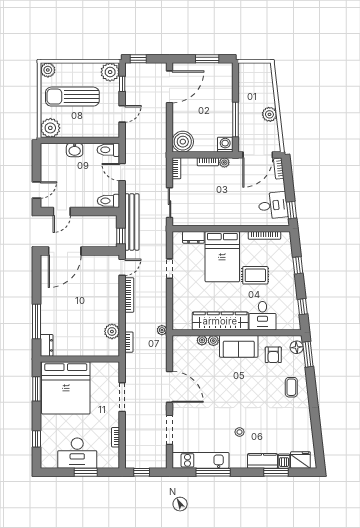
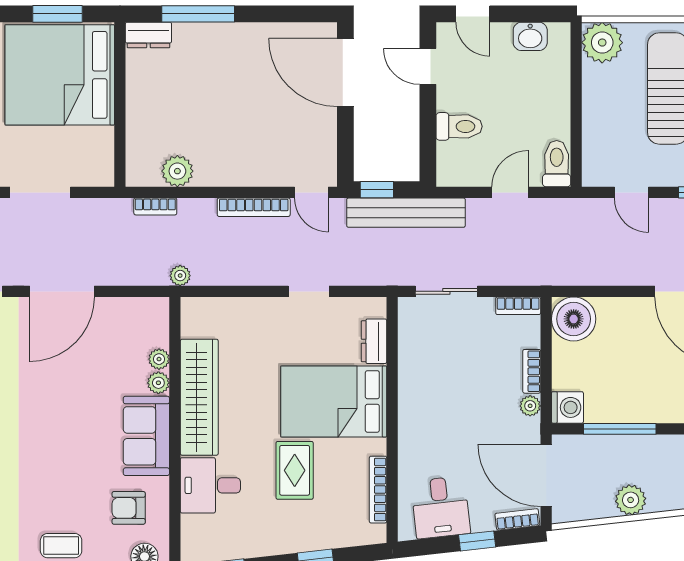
washbasin: (75, 150) -> (530, 36), moved, turned -90
toilet: (108, 201) -> (459, 126), moved, turned 90
window: (292, 210) -> (477, 541), moved

